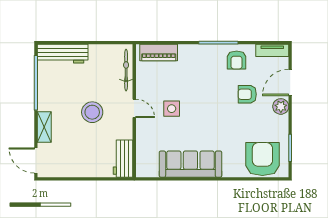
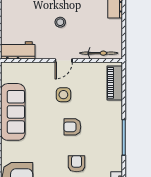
armchair: (237, 60) -> (72, 127), moved
stool: (92, 112) -> (60, 22), width x0.53, depth x0.53

